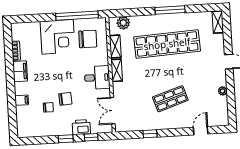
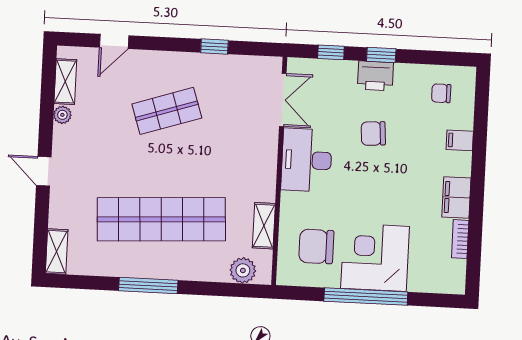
window: (77, 16) -> (366, 297), moved
shelving: (117, 70) -> (65, 82), moved
desk: (97, 78) -> (307, 160), width x1.37
chair: (48, 107) -> (441, 93), moved
printer: (81, 127) -> (375, 76), moved

